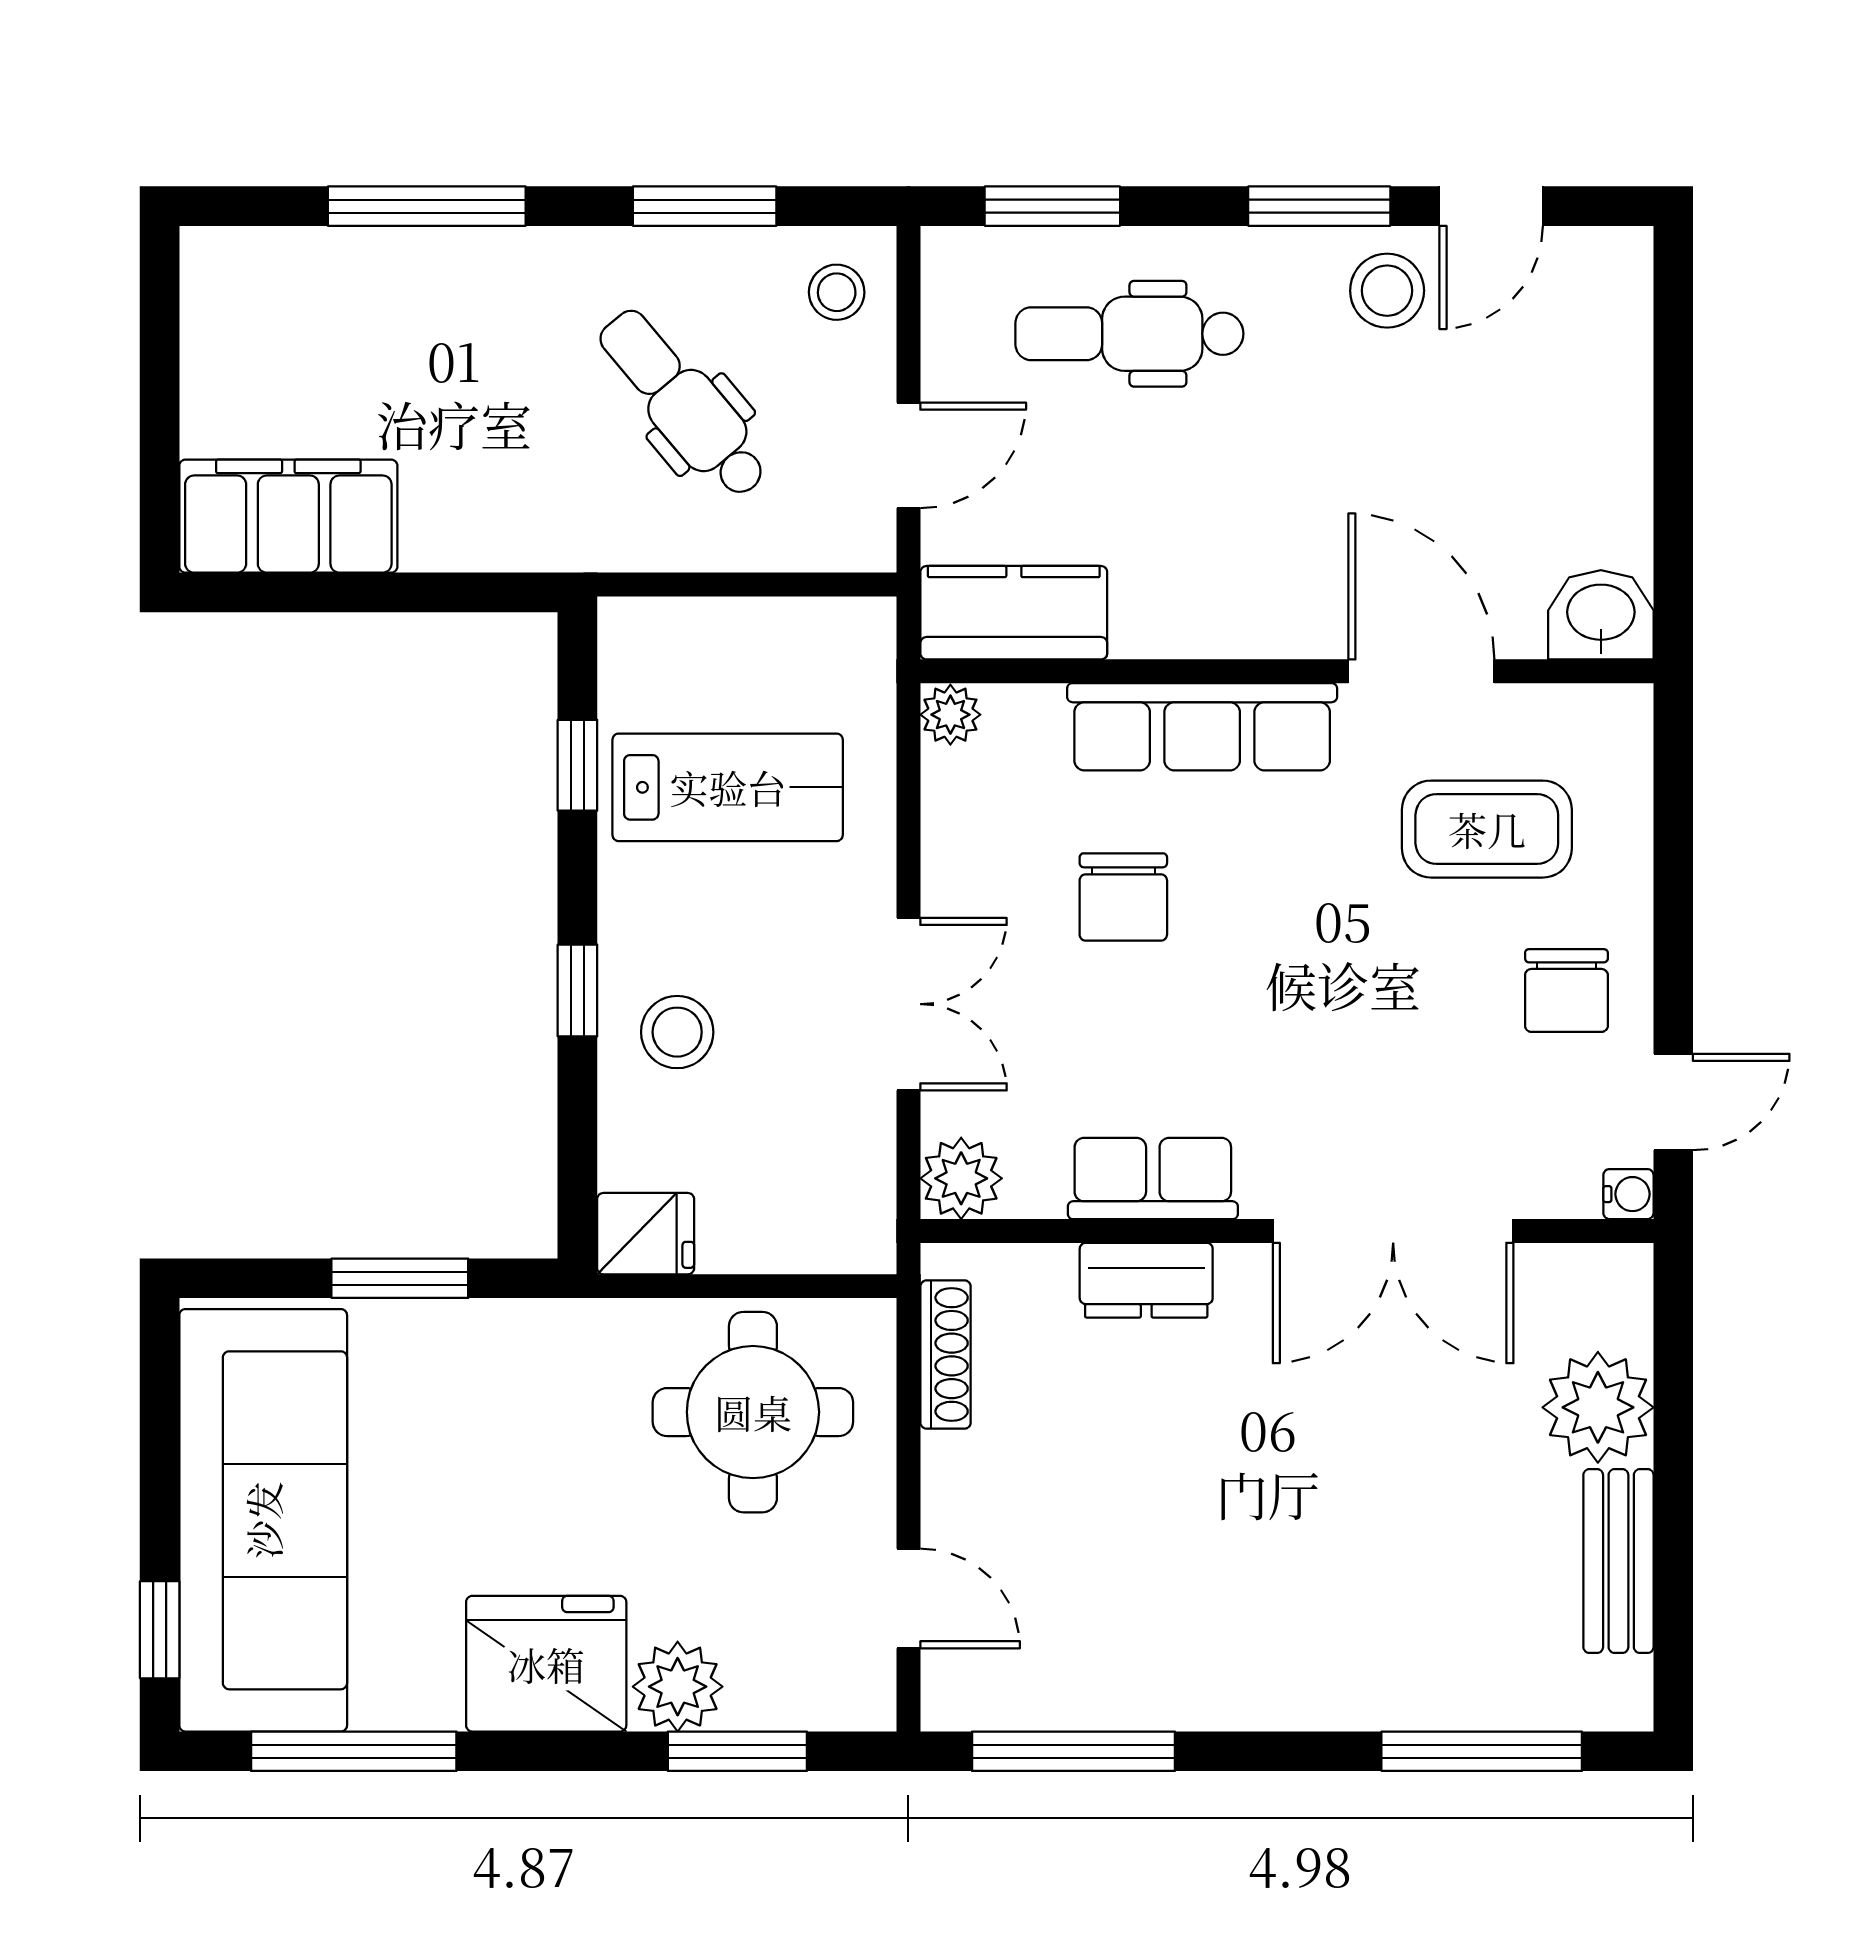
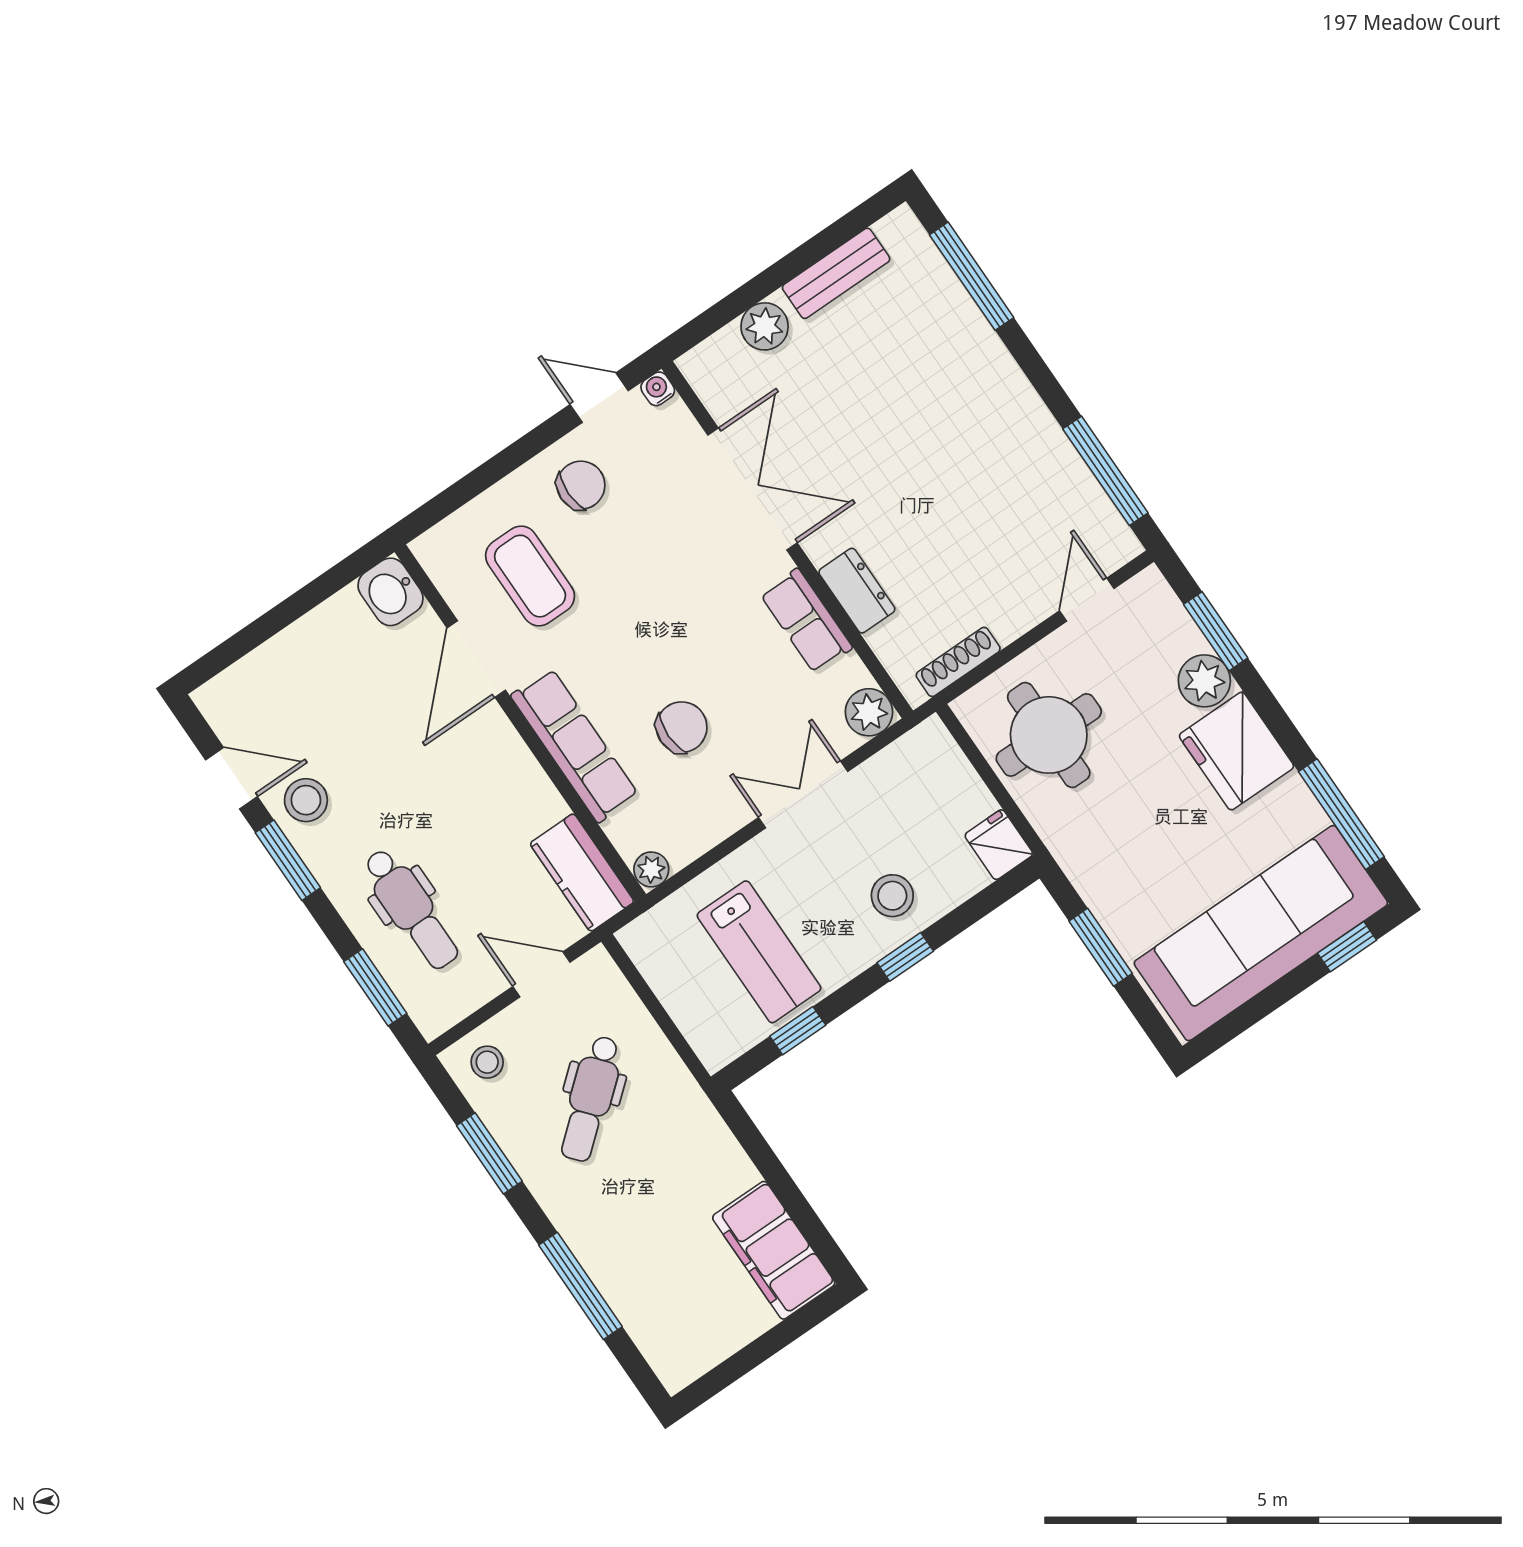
lab bench: (728, 787) -> (759, 952), turned 180
plant: (1598, 1407) -> (765, 326), width x0.73, depth x0.73

